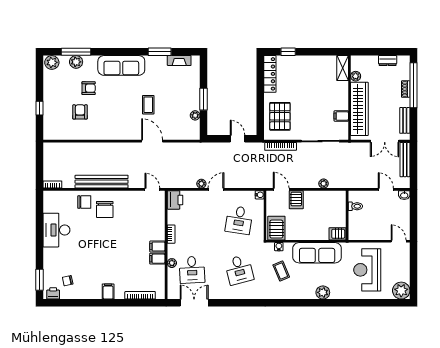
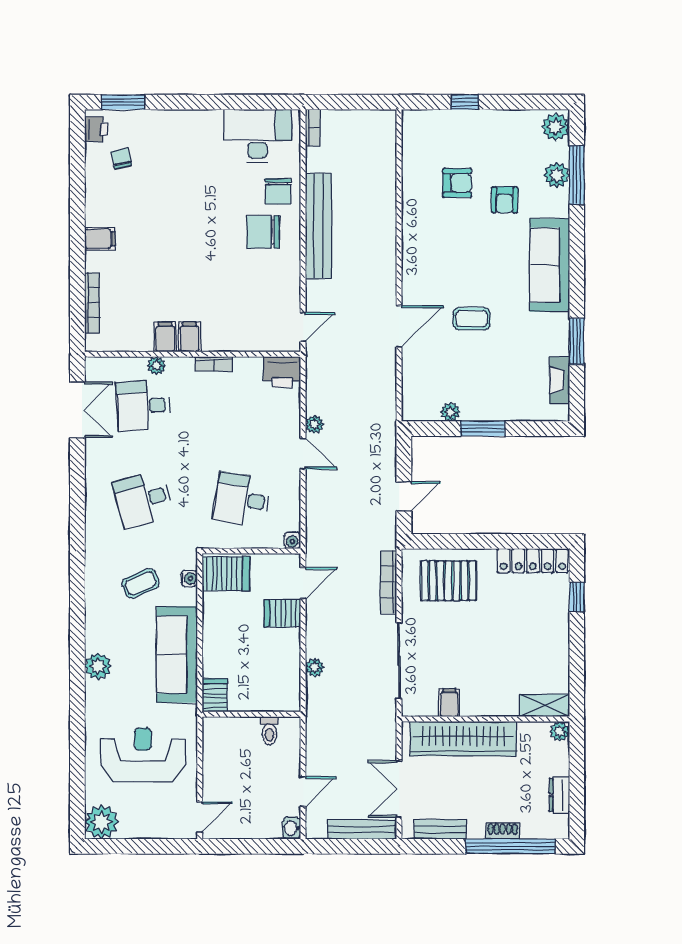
plant: (356, 76) -> (560, 731), moved
desk: (56, 230) -> (258, 136), moved

